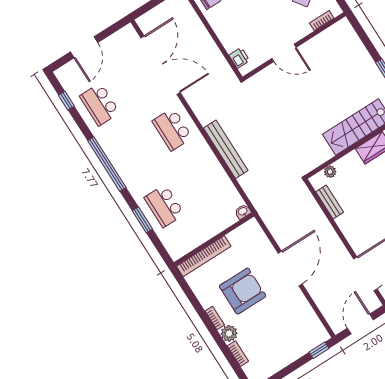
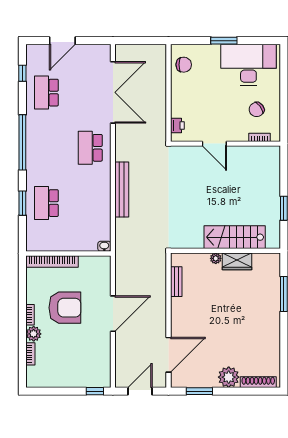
plant: (330, 172) -> (216, 258), moved

